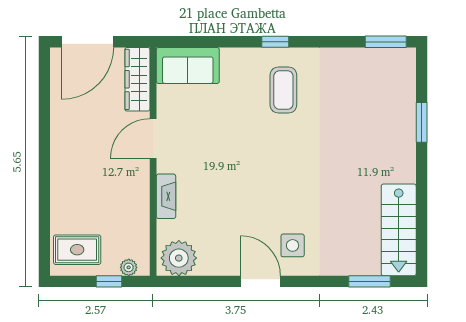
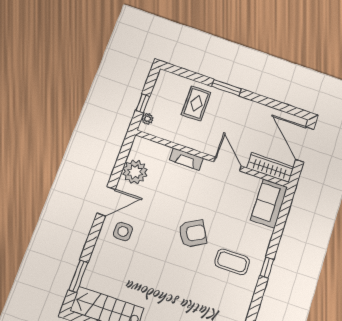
armchair: (264, 154) -> (193, 234), added
window: (44, 175) -> (226, 88), added
rug: (77, 250) -> (196, 103), moved
plant: (179, 258) -> (135, 172), moved

